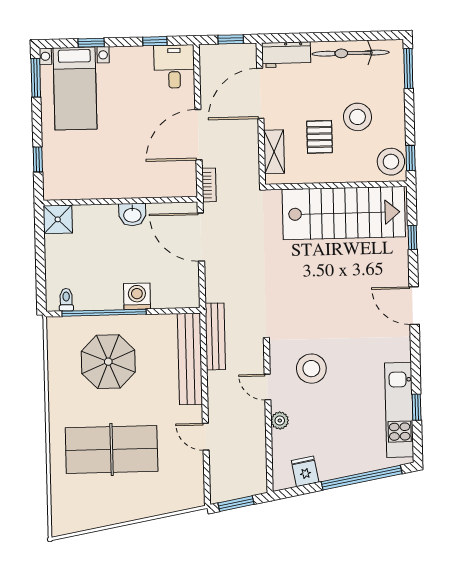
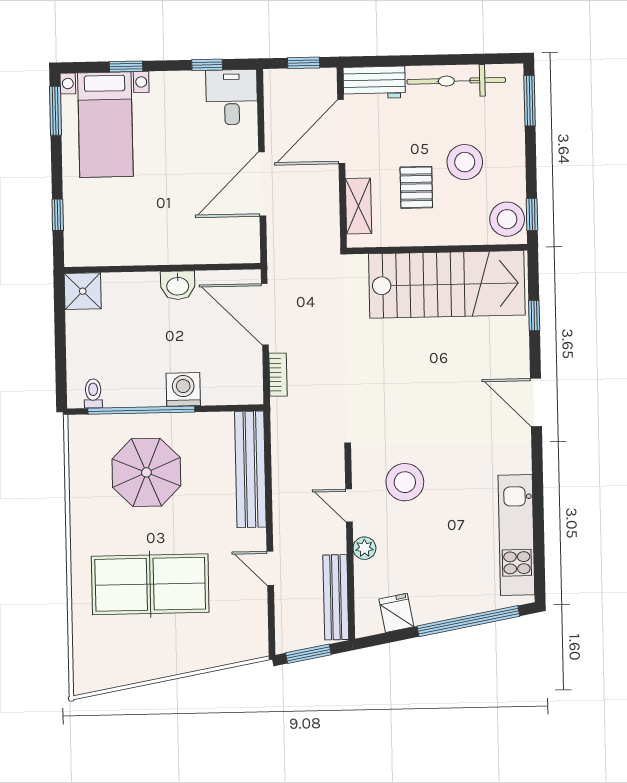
bookcase: (209, 185) -> (278, 375), moved
bench: (215, 336) -> (336, 597), moved
window: (417, 407) -> (539, 532), removed

